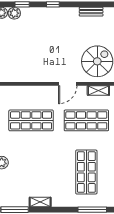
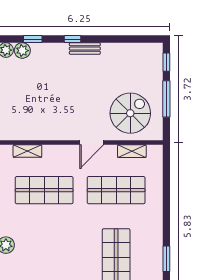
bench: (91, 12) -> (85, 48), moved
shelving: (18, 90) -> (27, 151), added

